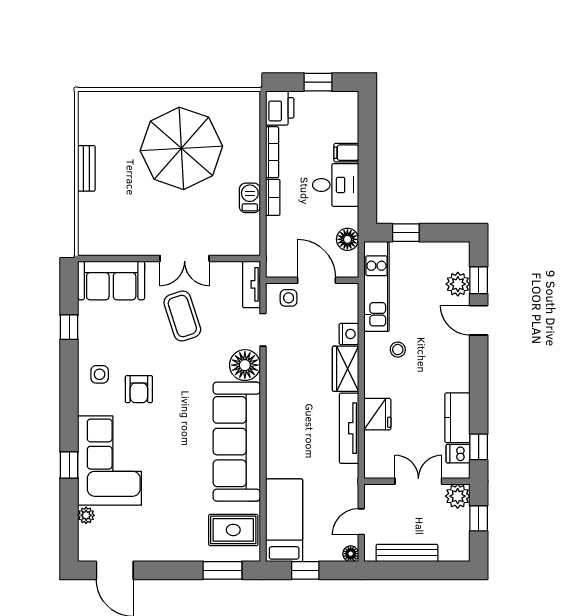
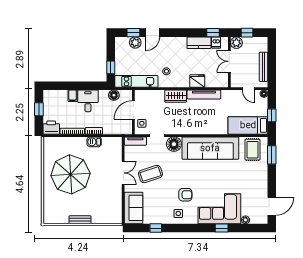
nightstand: (349, 334) -> (159, 95), removed

